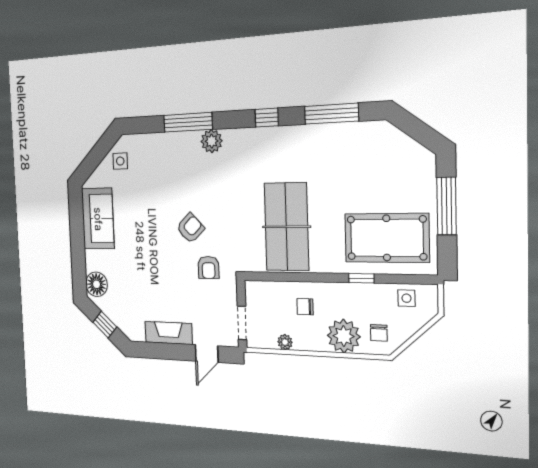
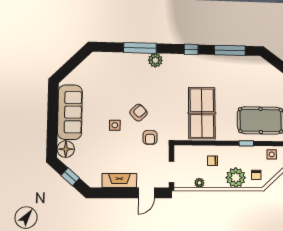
side table: (120, 161) -> (115, 125), moved
sofa: (98, 219) -> (70, 112), width x1.36

